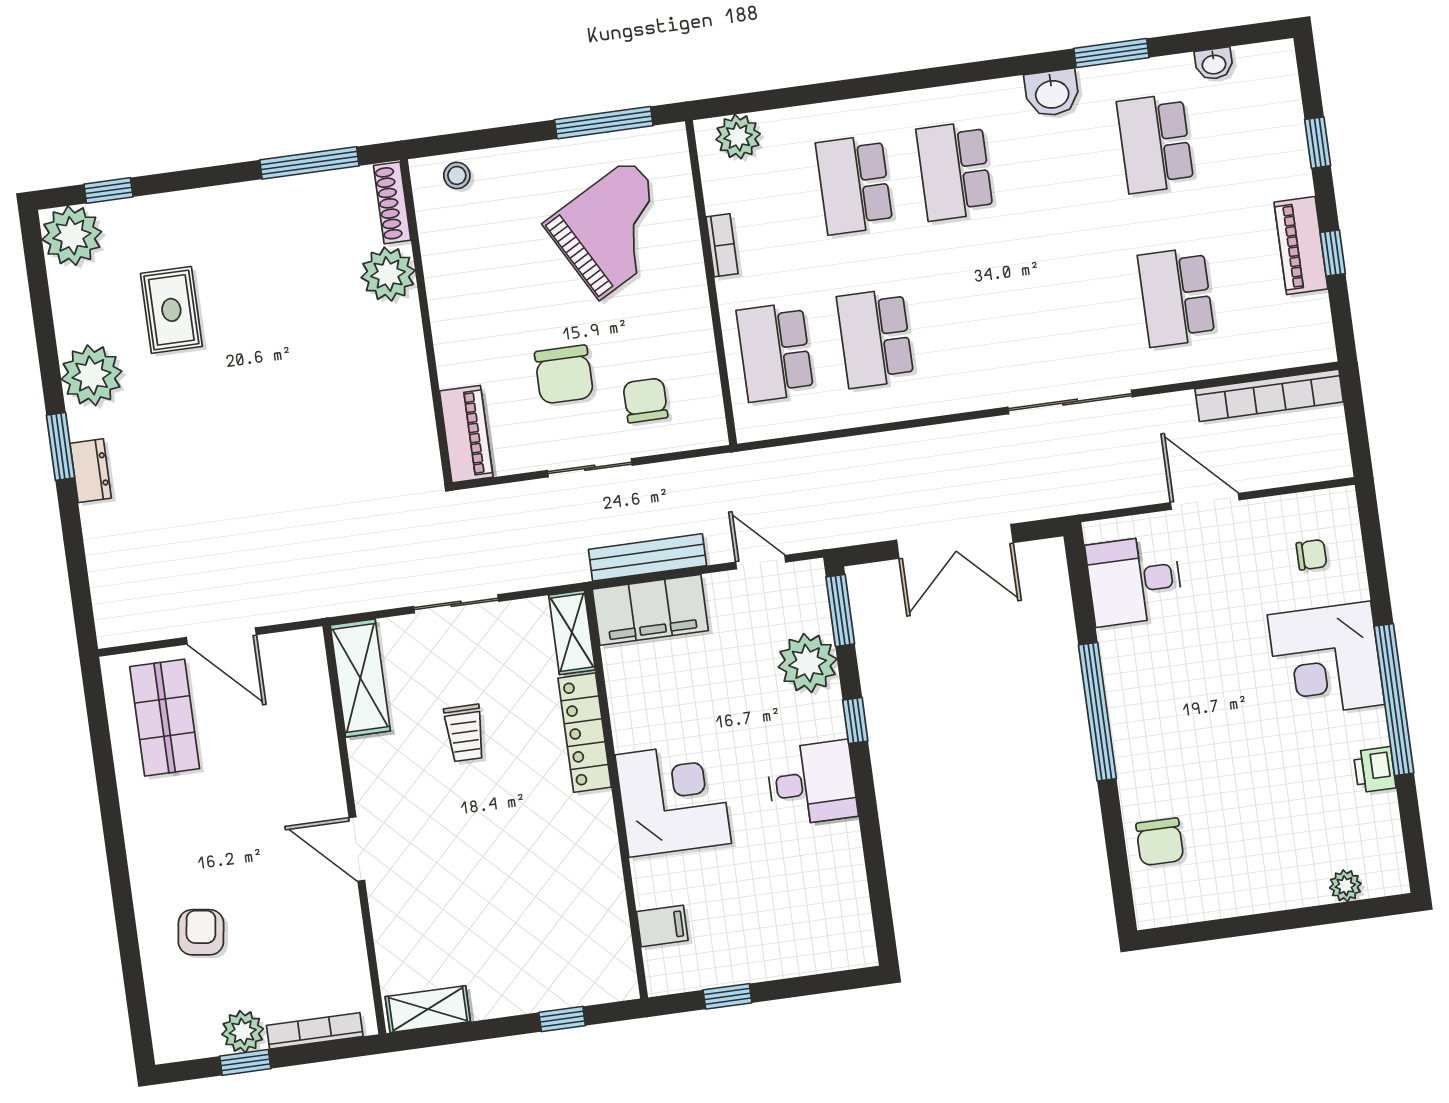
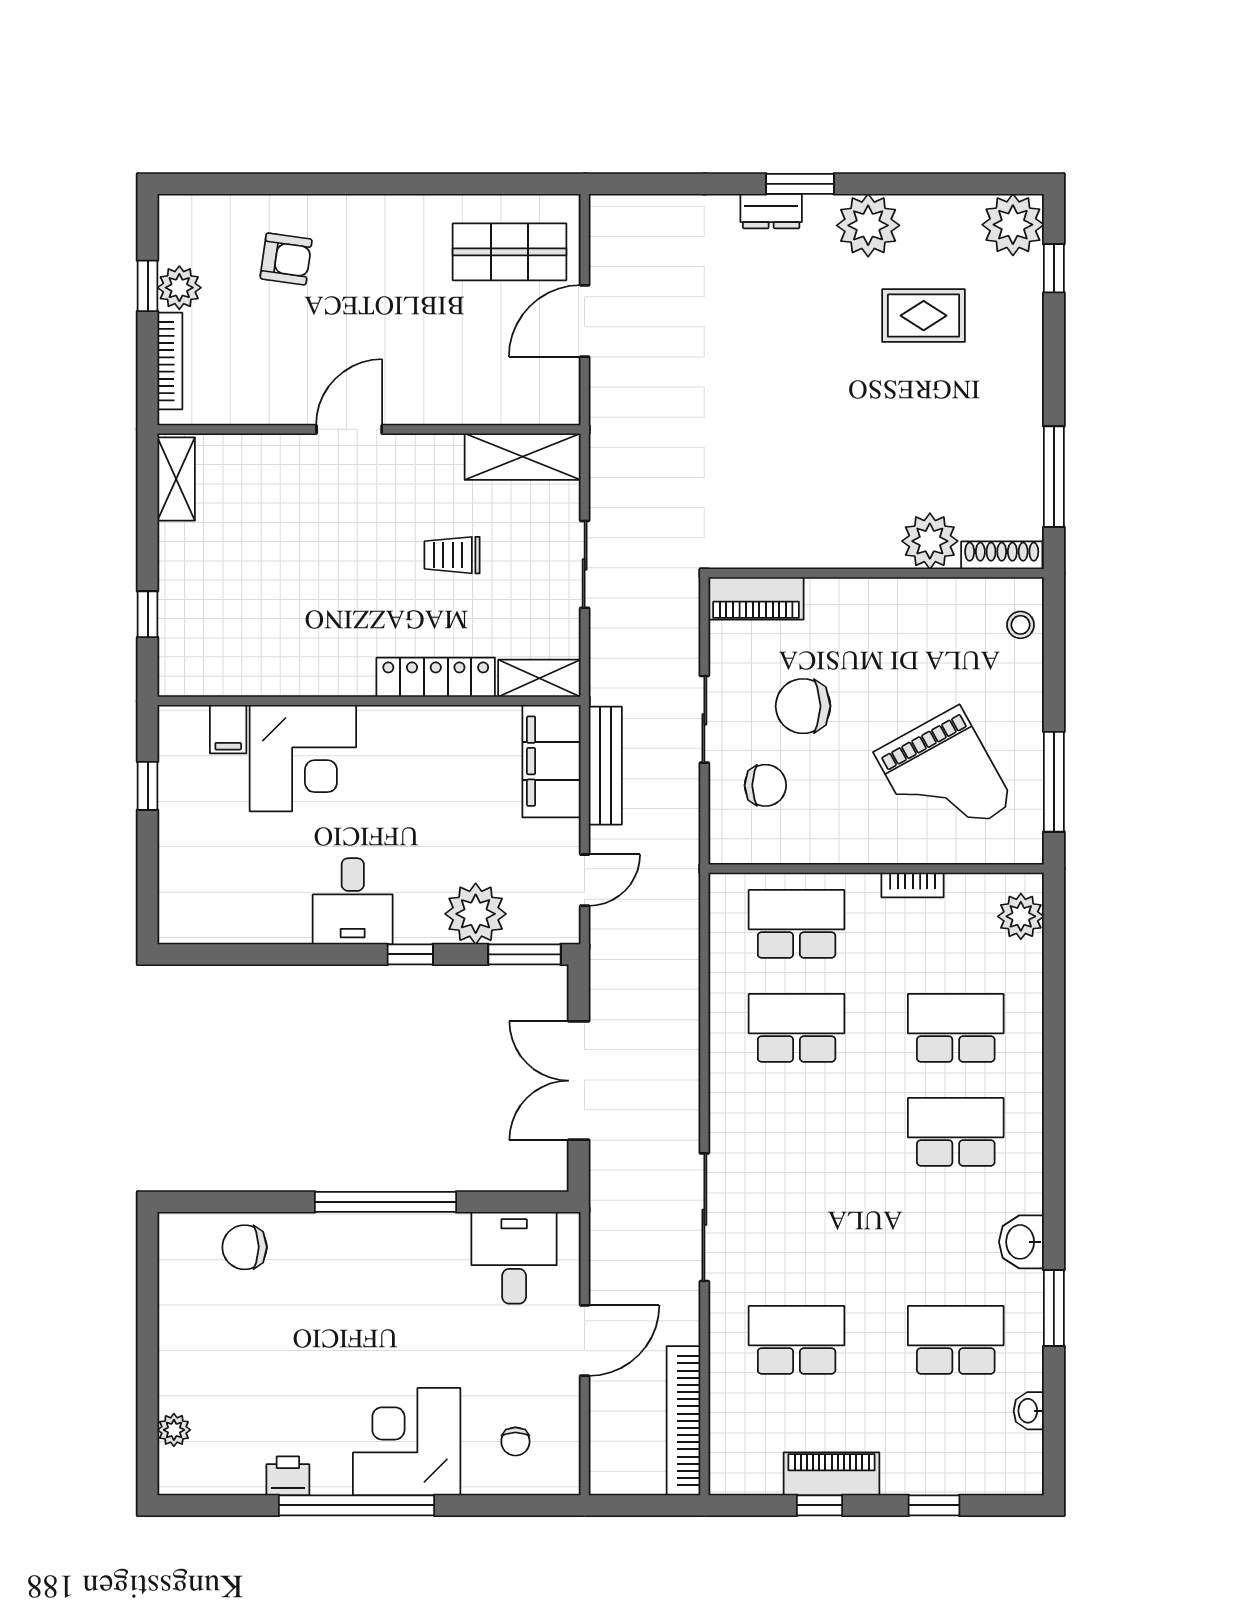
corner desk: (673, 799) -> (303, 758), moved

